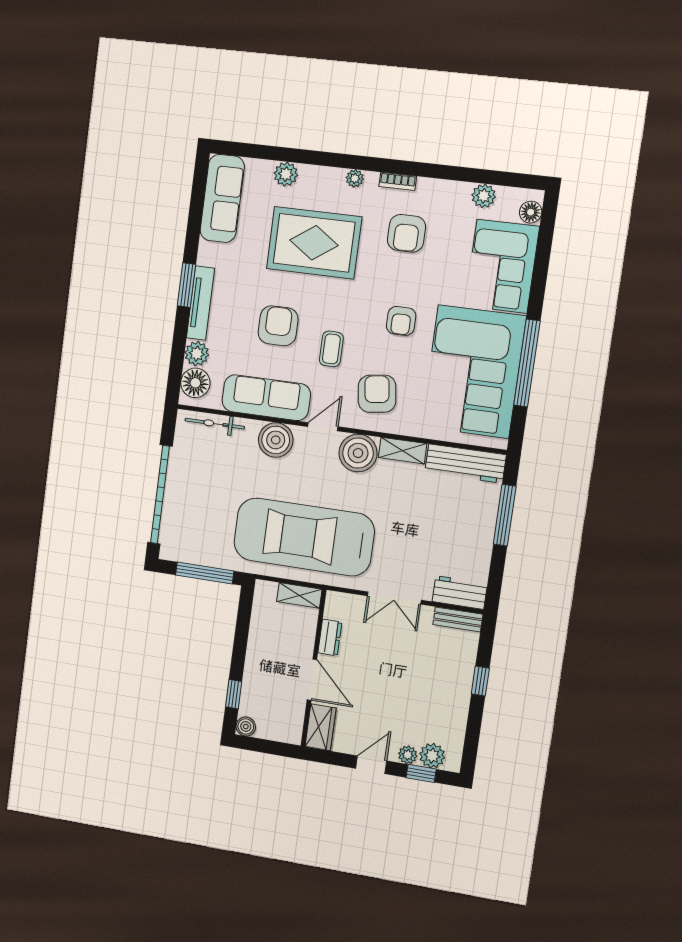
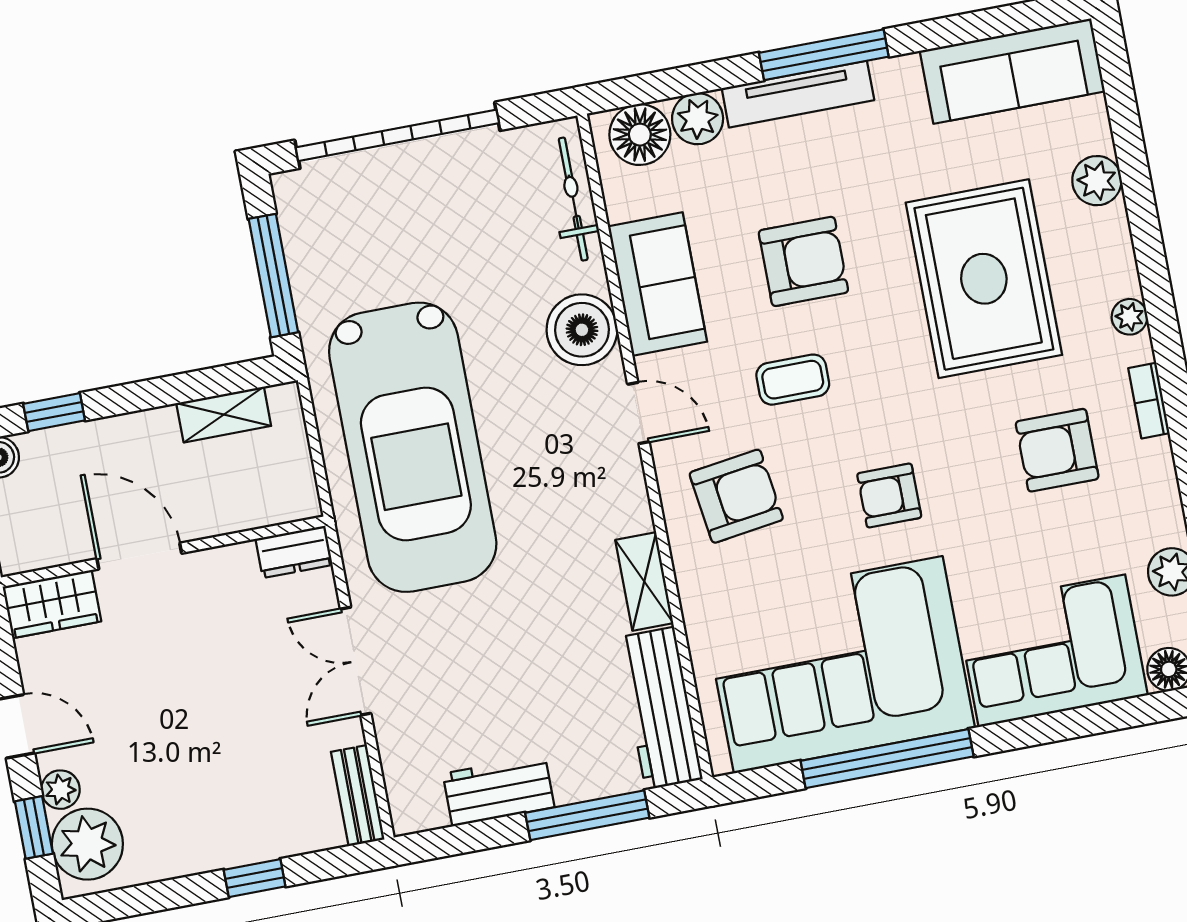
window: (187, 285) -> (824, 55), width x1.44
sofa: (266, 398) -> (657, 284), width x0.73
boiler: (358, 453) -> (611, 498), removed
car: (304, 537) -> (413, 447), turned 180
workbench: (460, 593) -> (499, 790), moved, turned -90
shelving: (299, 595) -> (224, 415), moved, turned 90
dresser: (330, 637) -> (294, 552), moved
door: (312, 680) -> (139, 556), swing flipped
plant: (432, 756) -> (87, 844), width x1.36, depth x1.36

